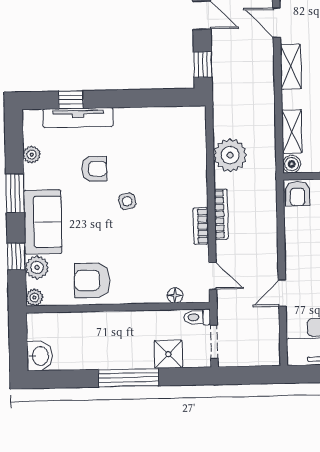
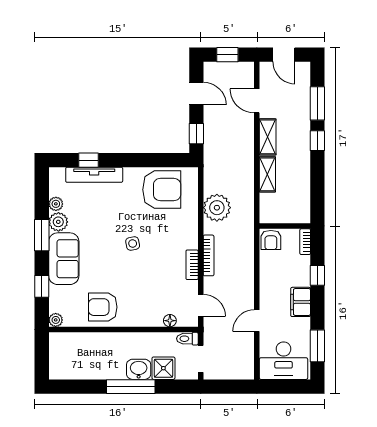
shelving: (292, 132) -> (267, 174), moved
boiler: (292, 164) -> (267, 216), removed
armchair: (94, 169) -> (162, 190), moved, width x1.88, depth x1.88
plant: (37, 267) -> (58, 222), moved
washbasin: (40, 356) -> (139, 369), moved, turned -90

